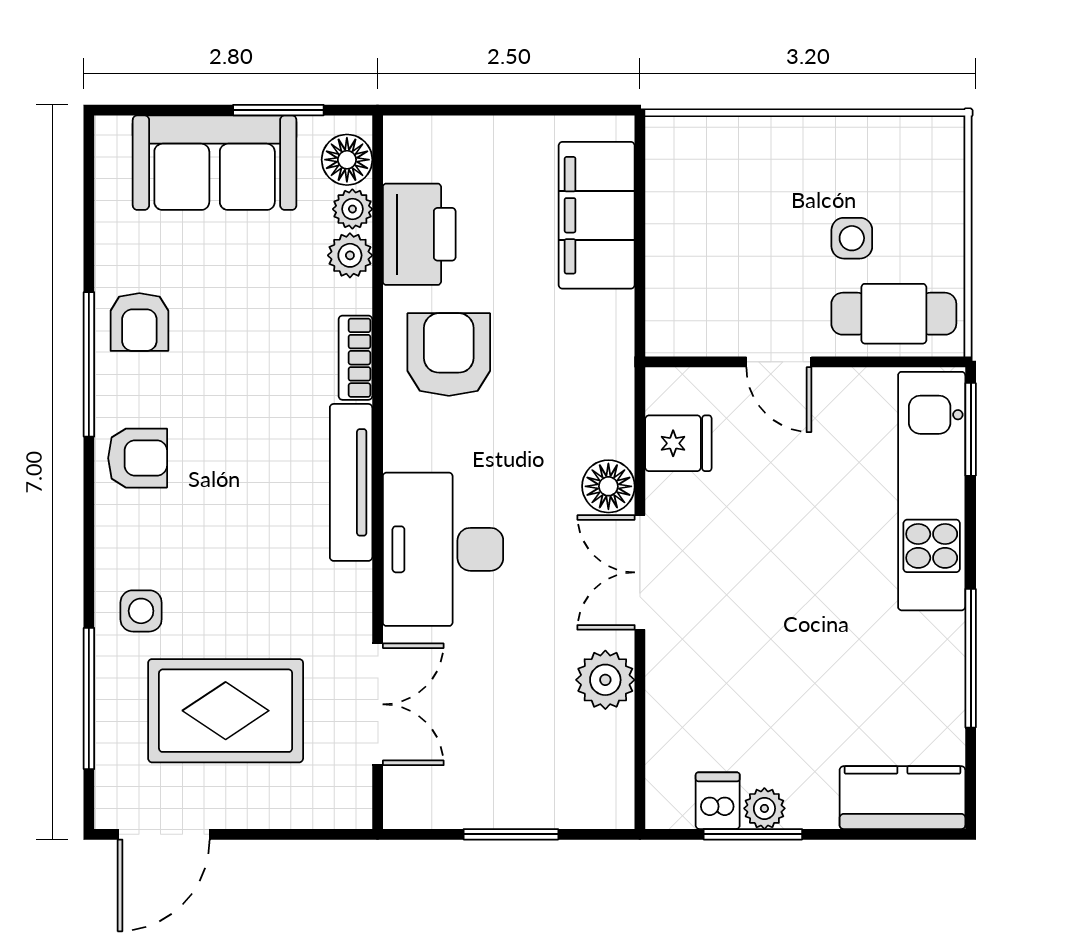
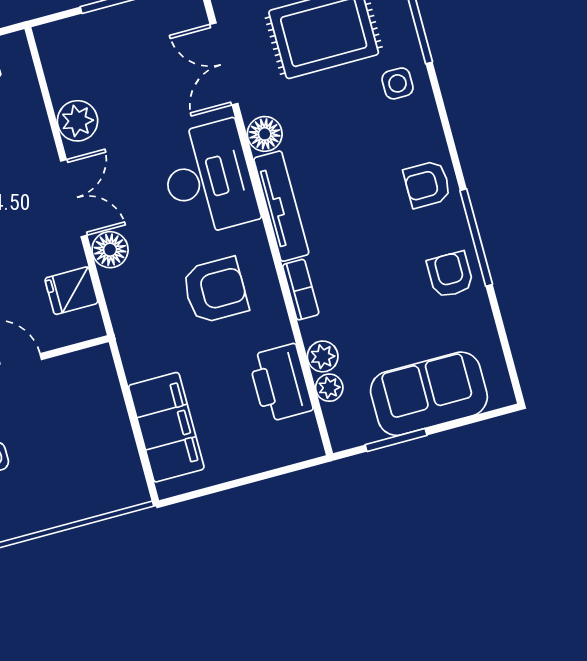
floor lamp: (347, 160) -> (265, 134), moved
armchair: (449, 354) -> (215, 290), moved, turned -90

